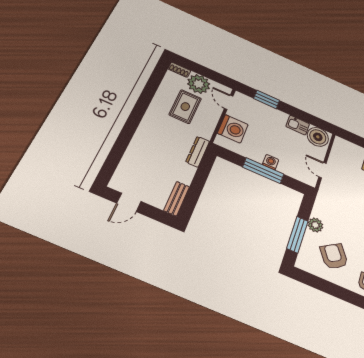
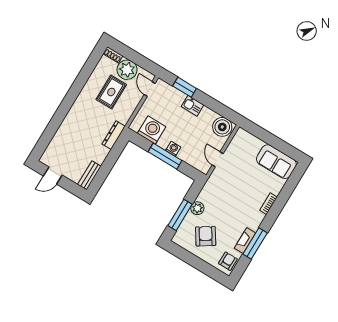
kitchen sink: (298, 125) -> (192, 106), moved
washing machine: (233, 129) -> (152, 130), moved, turned -90

